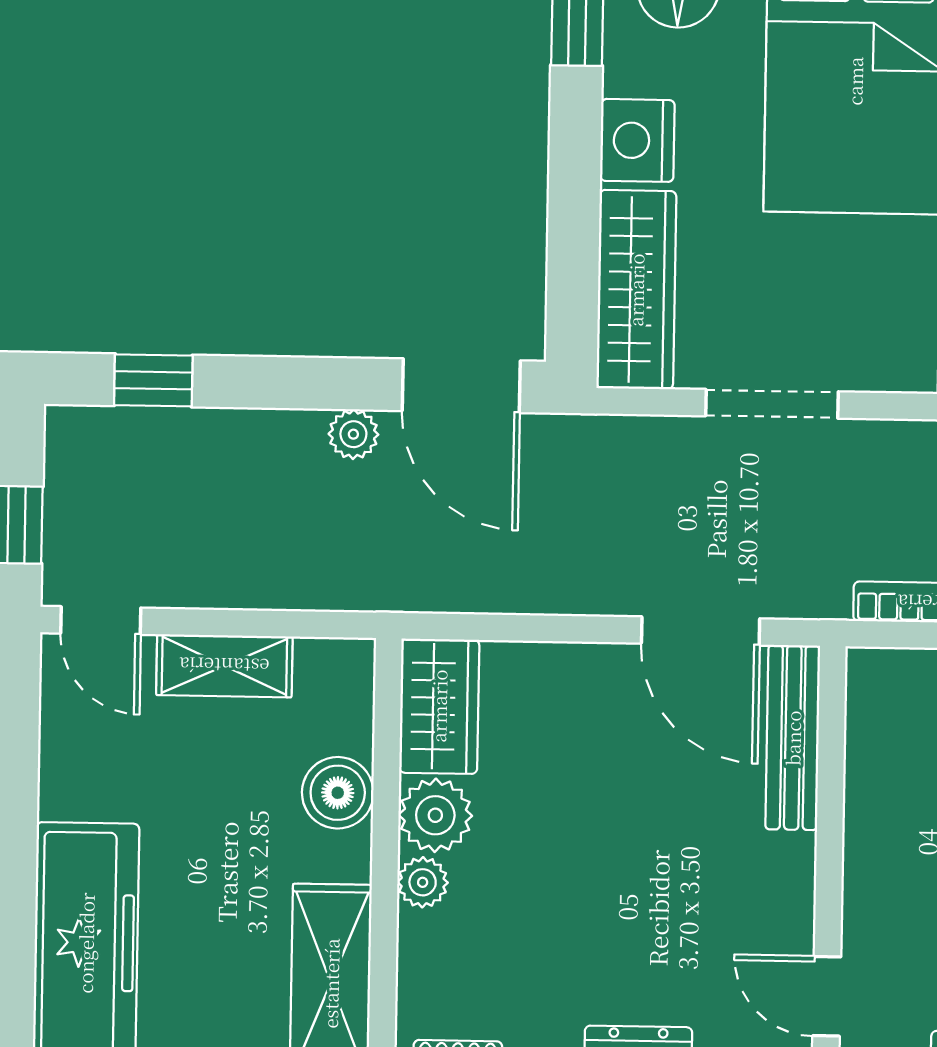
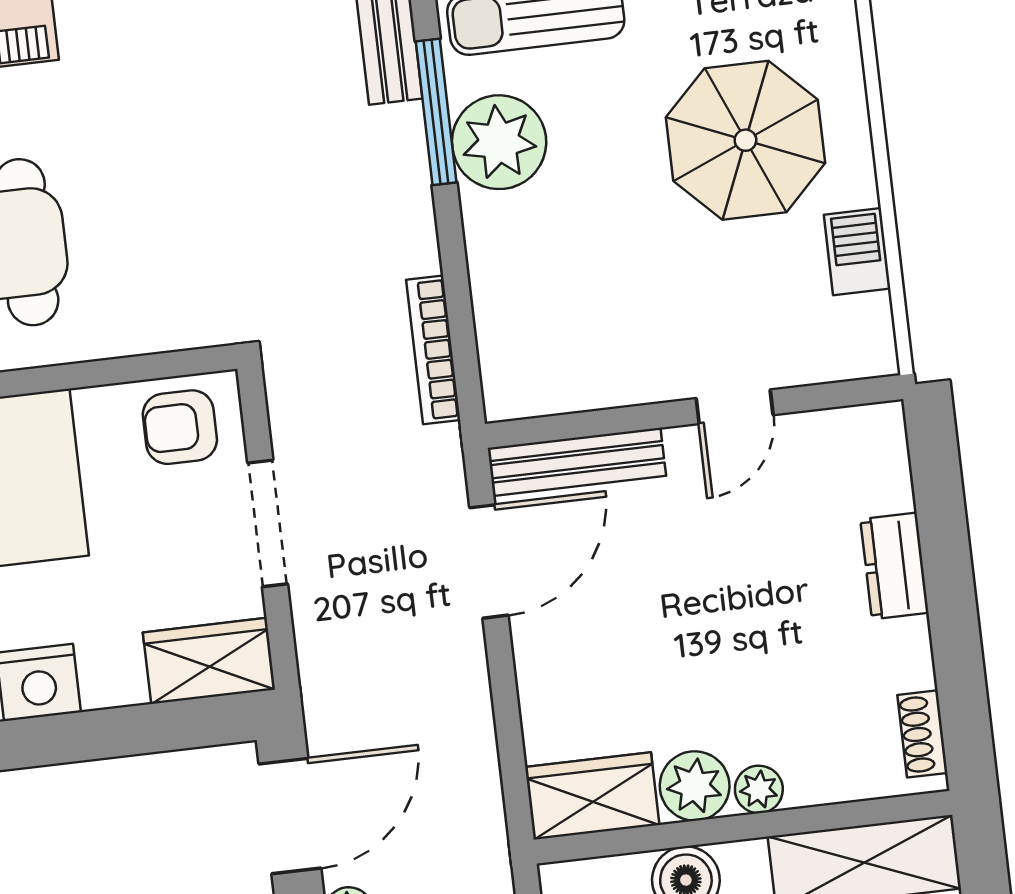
wardrobe: (636, 290) -> (209, 661), width x0.67
armchair: (886, 325) -> (180, 427), added
door: (827, 996) -> (735, 407), moved

